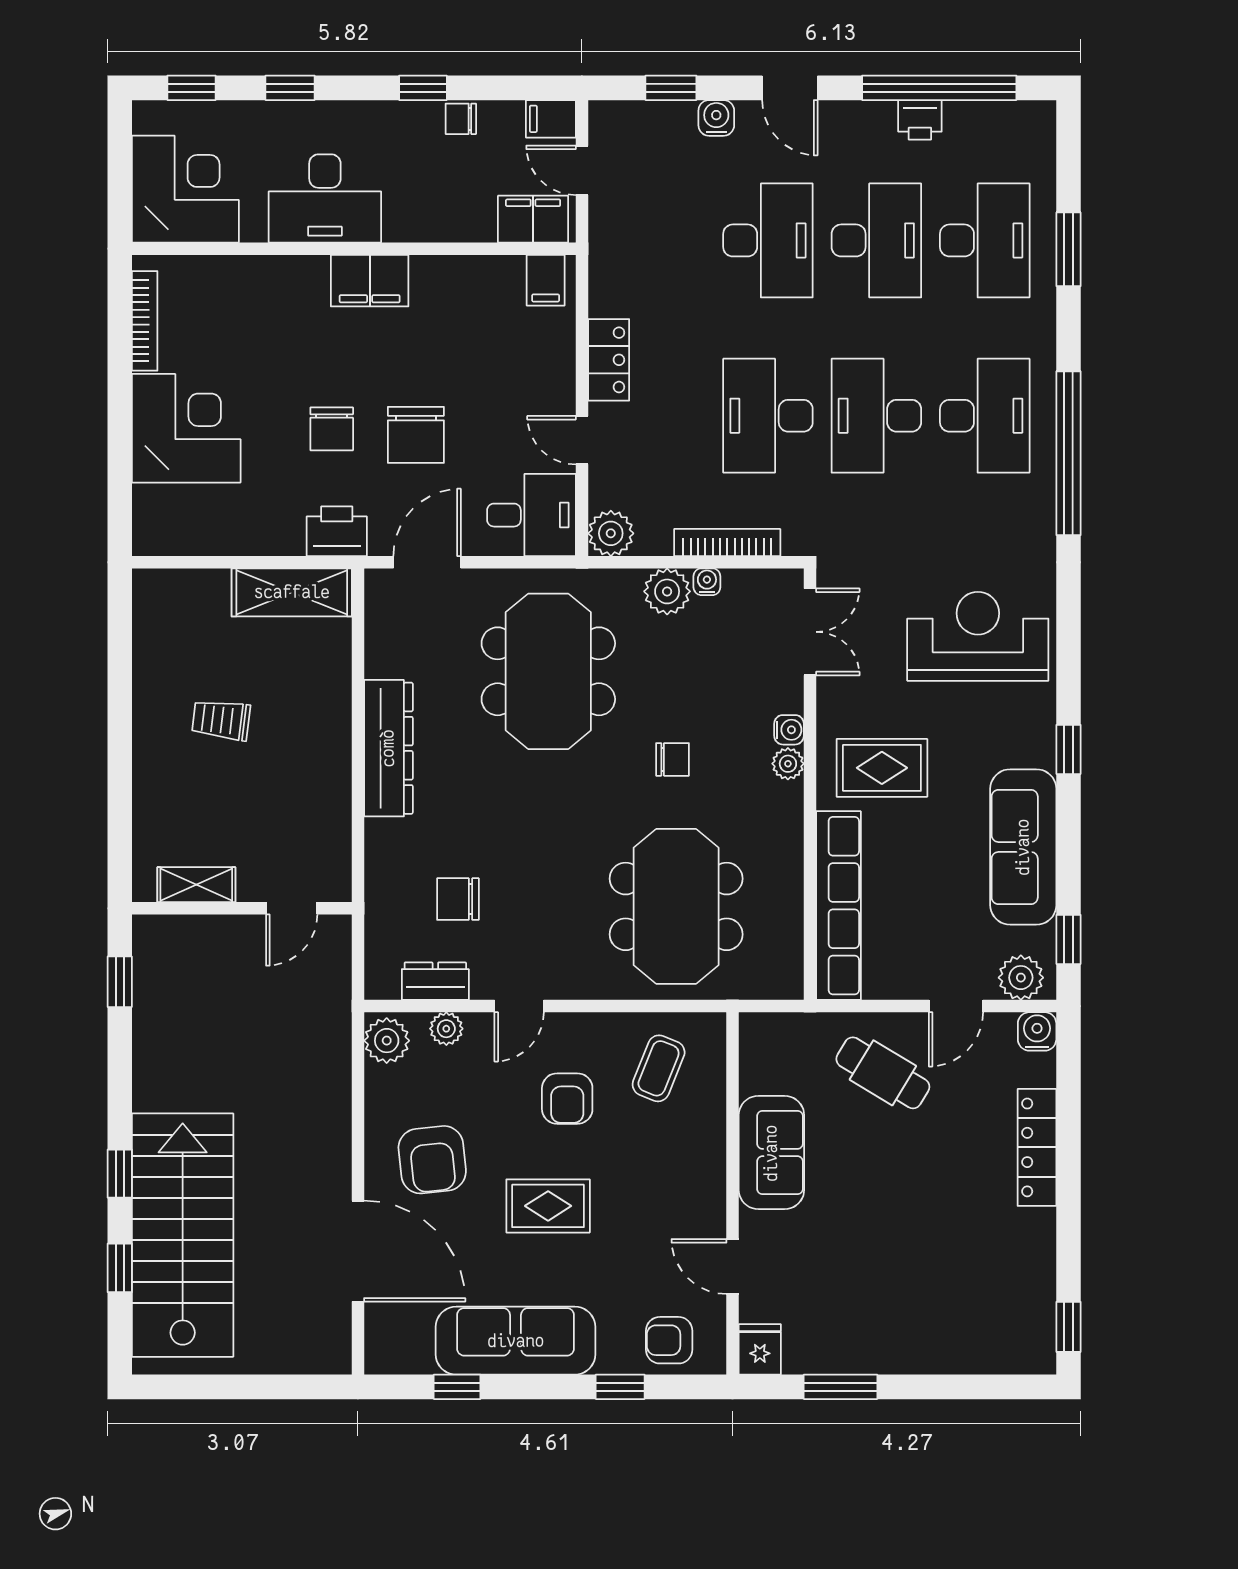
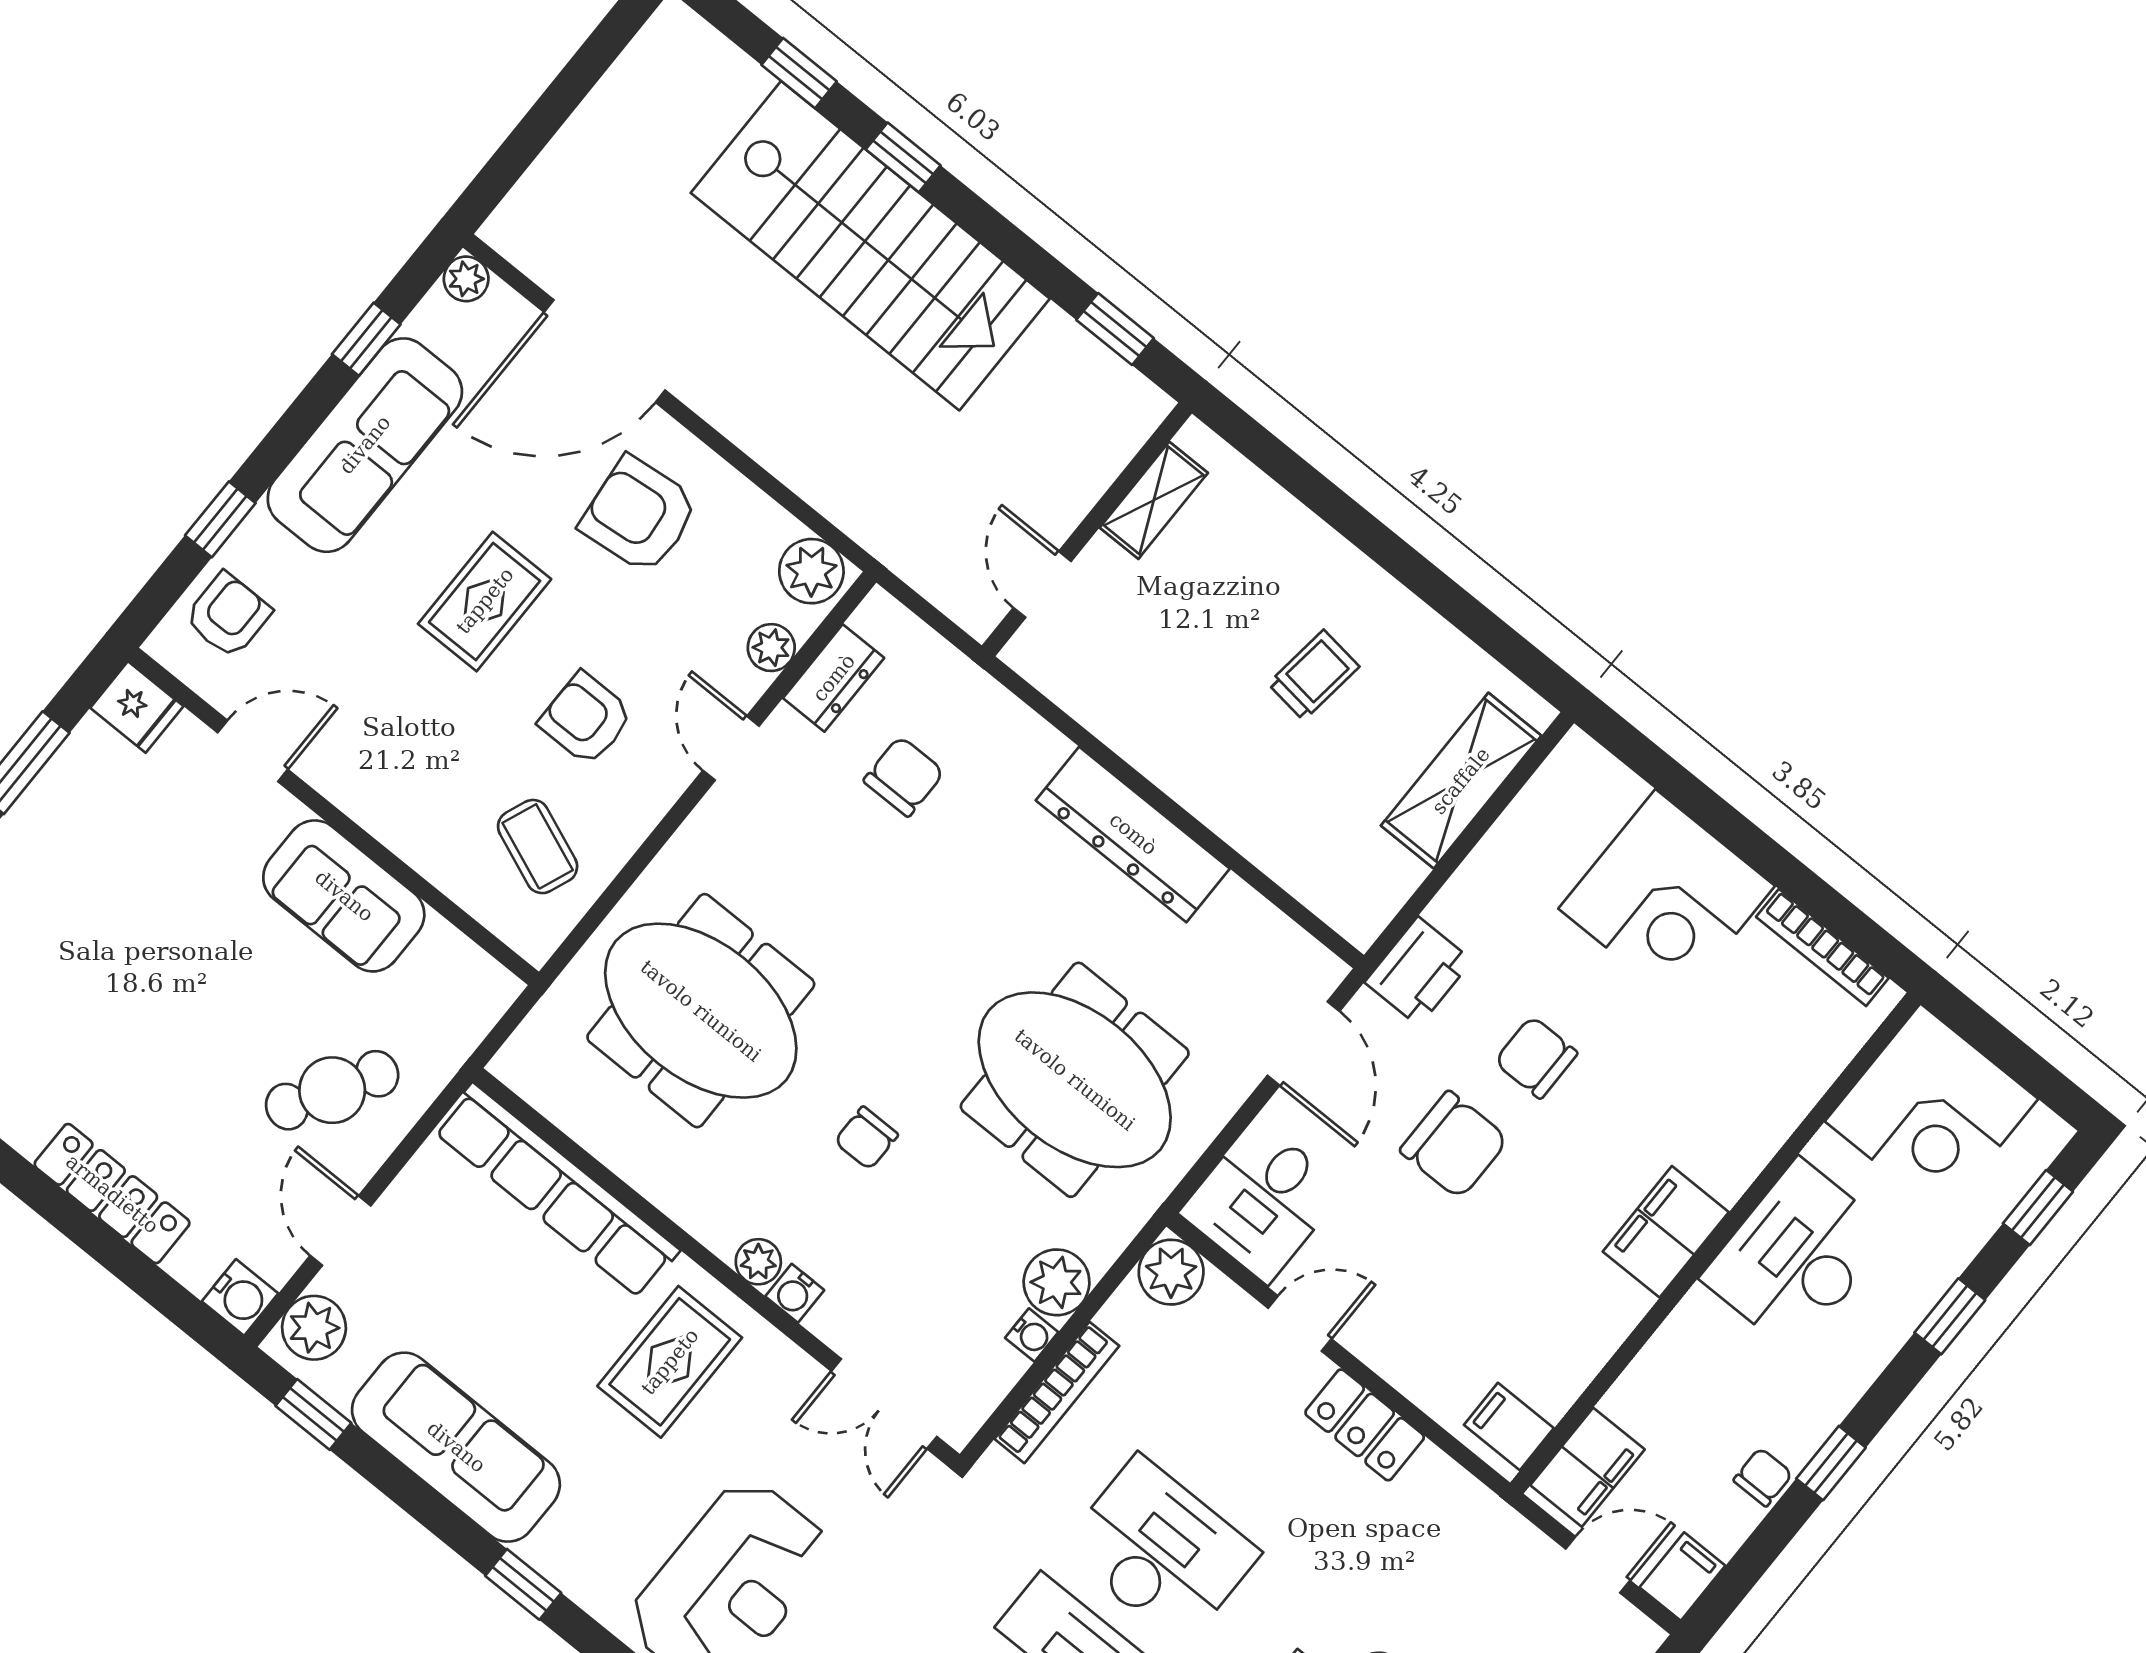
chair: (416, 435) -> (1454, 1145), turned 180
shelving: (292, 592) -> (1461, 781), moved
stairs: (183, 1235) -> (870, 246), moved
plant: (380, 1359) -> (466, 279), added

